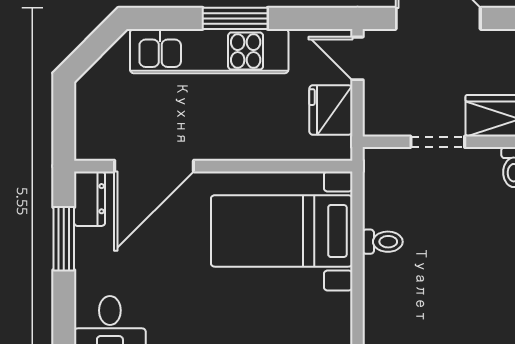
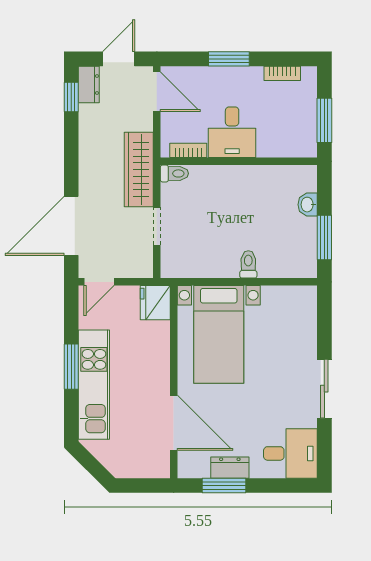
fridge: (331, 110) -> (155, 303), moved, turned 90
dresser: (90, 199) -> (230, 468), moved
toilet: (383, 242) -> (248, 264), moved

